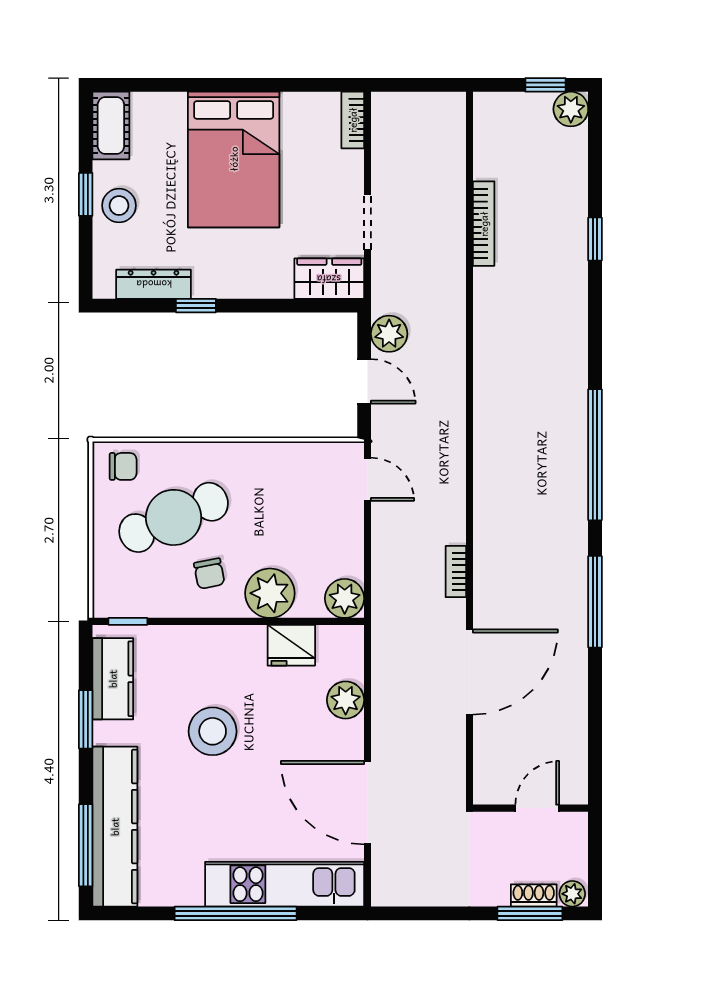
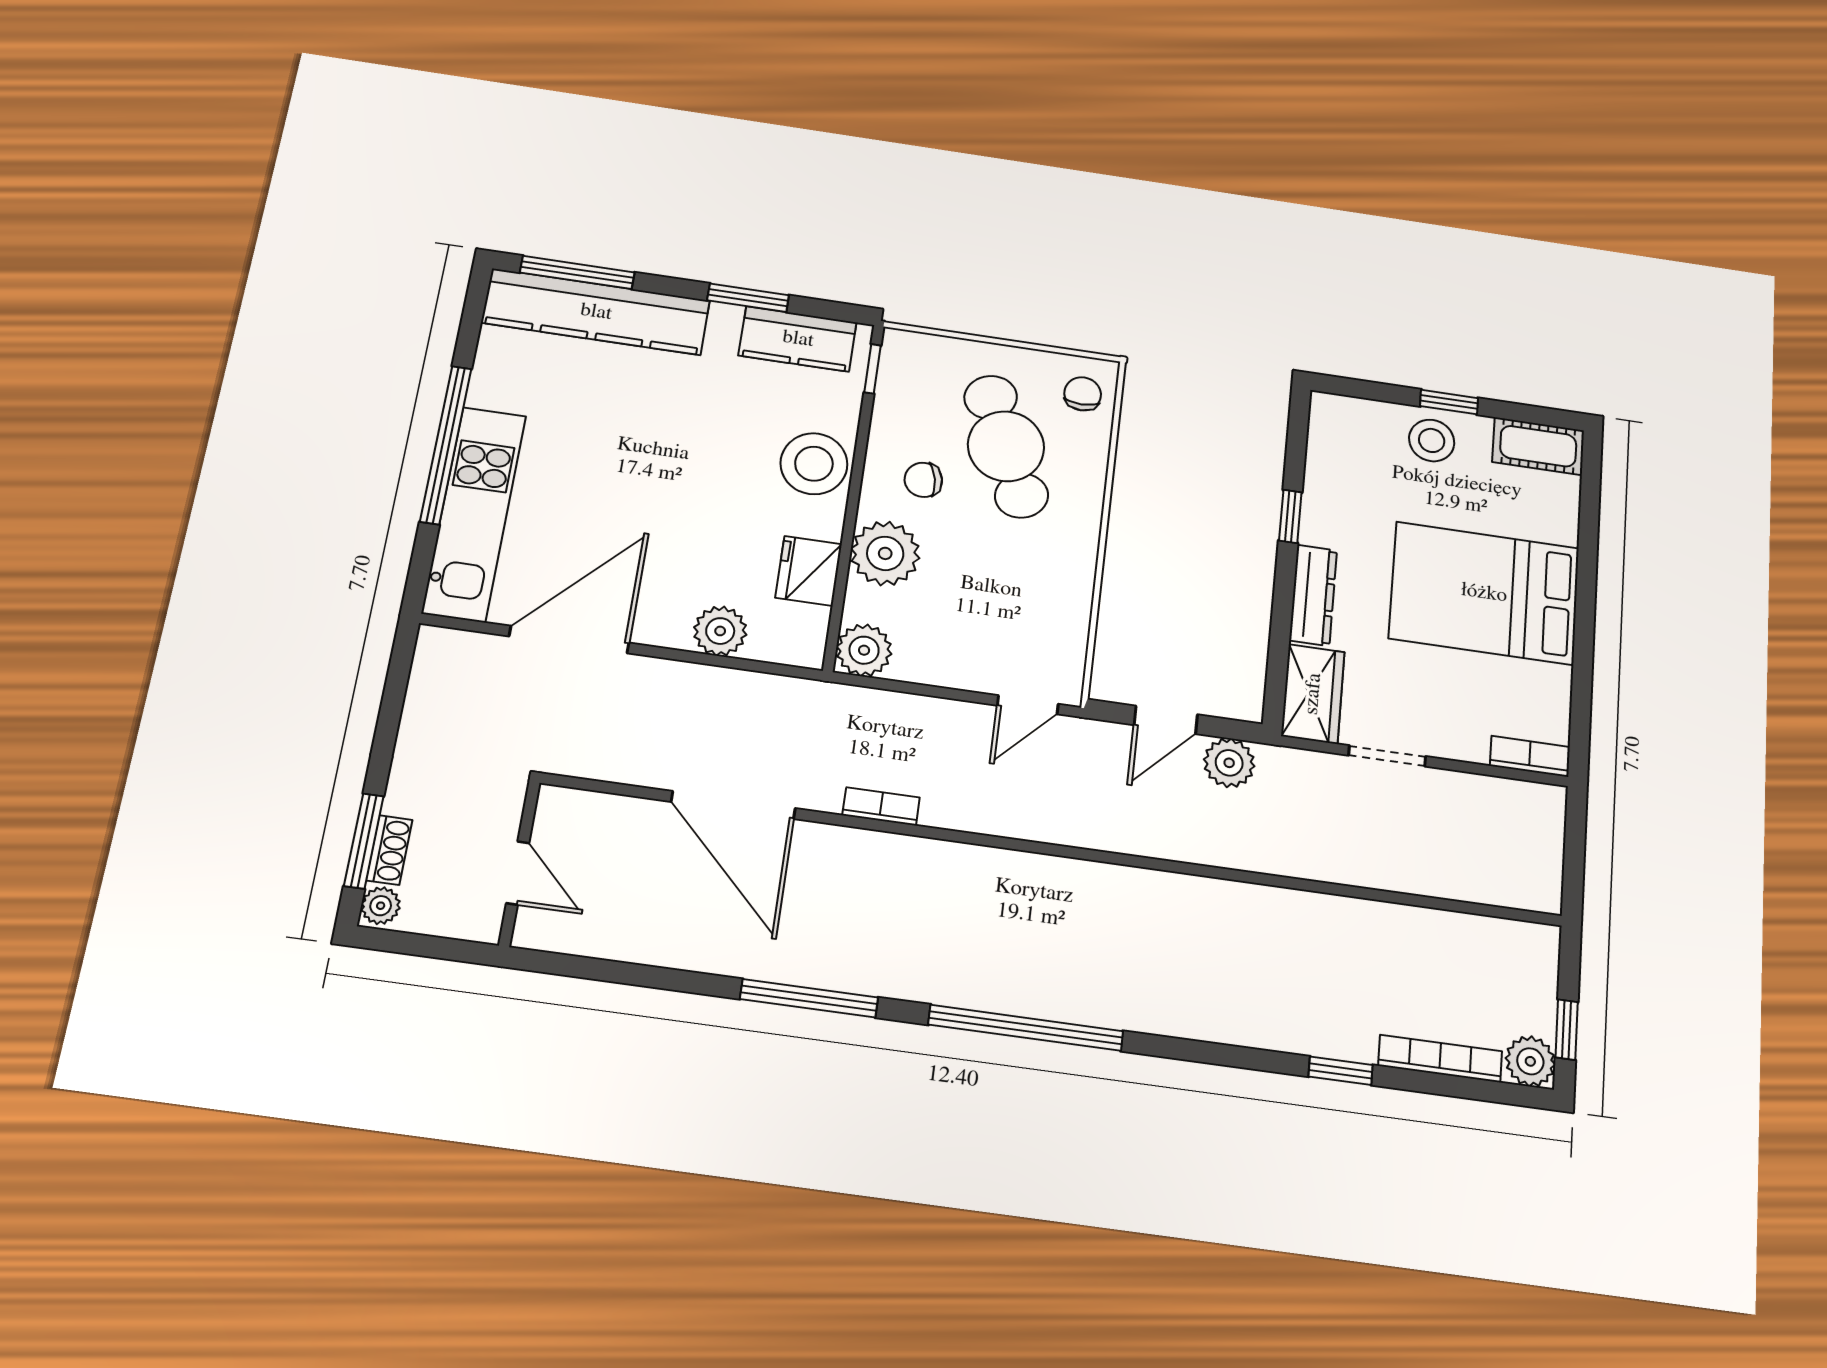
bookcase: (484, 224) -> (1440, 1059), moved, turned 180
dresser: (154, 284) -> (1313, 595), moved
chair: (123, 466) -> (1083, 394), turned 180
stool: (213, 731) -> (814, 464), moved

